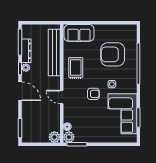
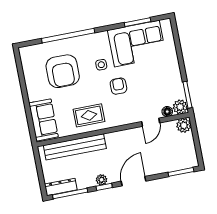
dresser: (26, 51) -> (61, 187), moved
door: (62, 97) -> (151, 122), moved

